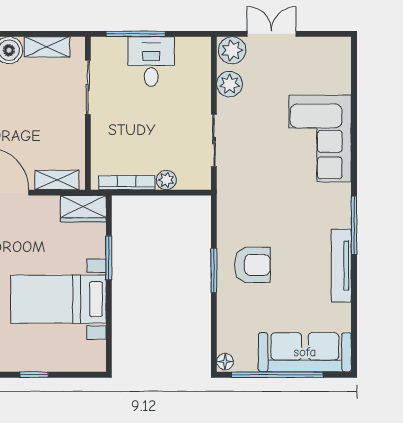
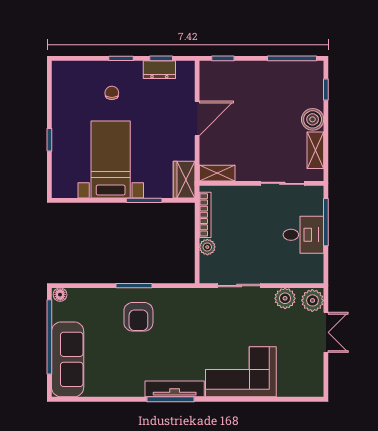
shelving: (57, 180) -> (217, 173), moved, turned 90
tv unit: (341, 266) -> (175, 389), moved

